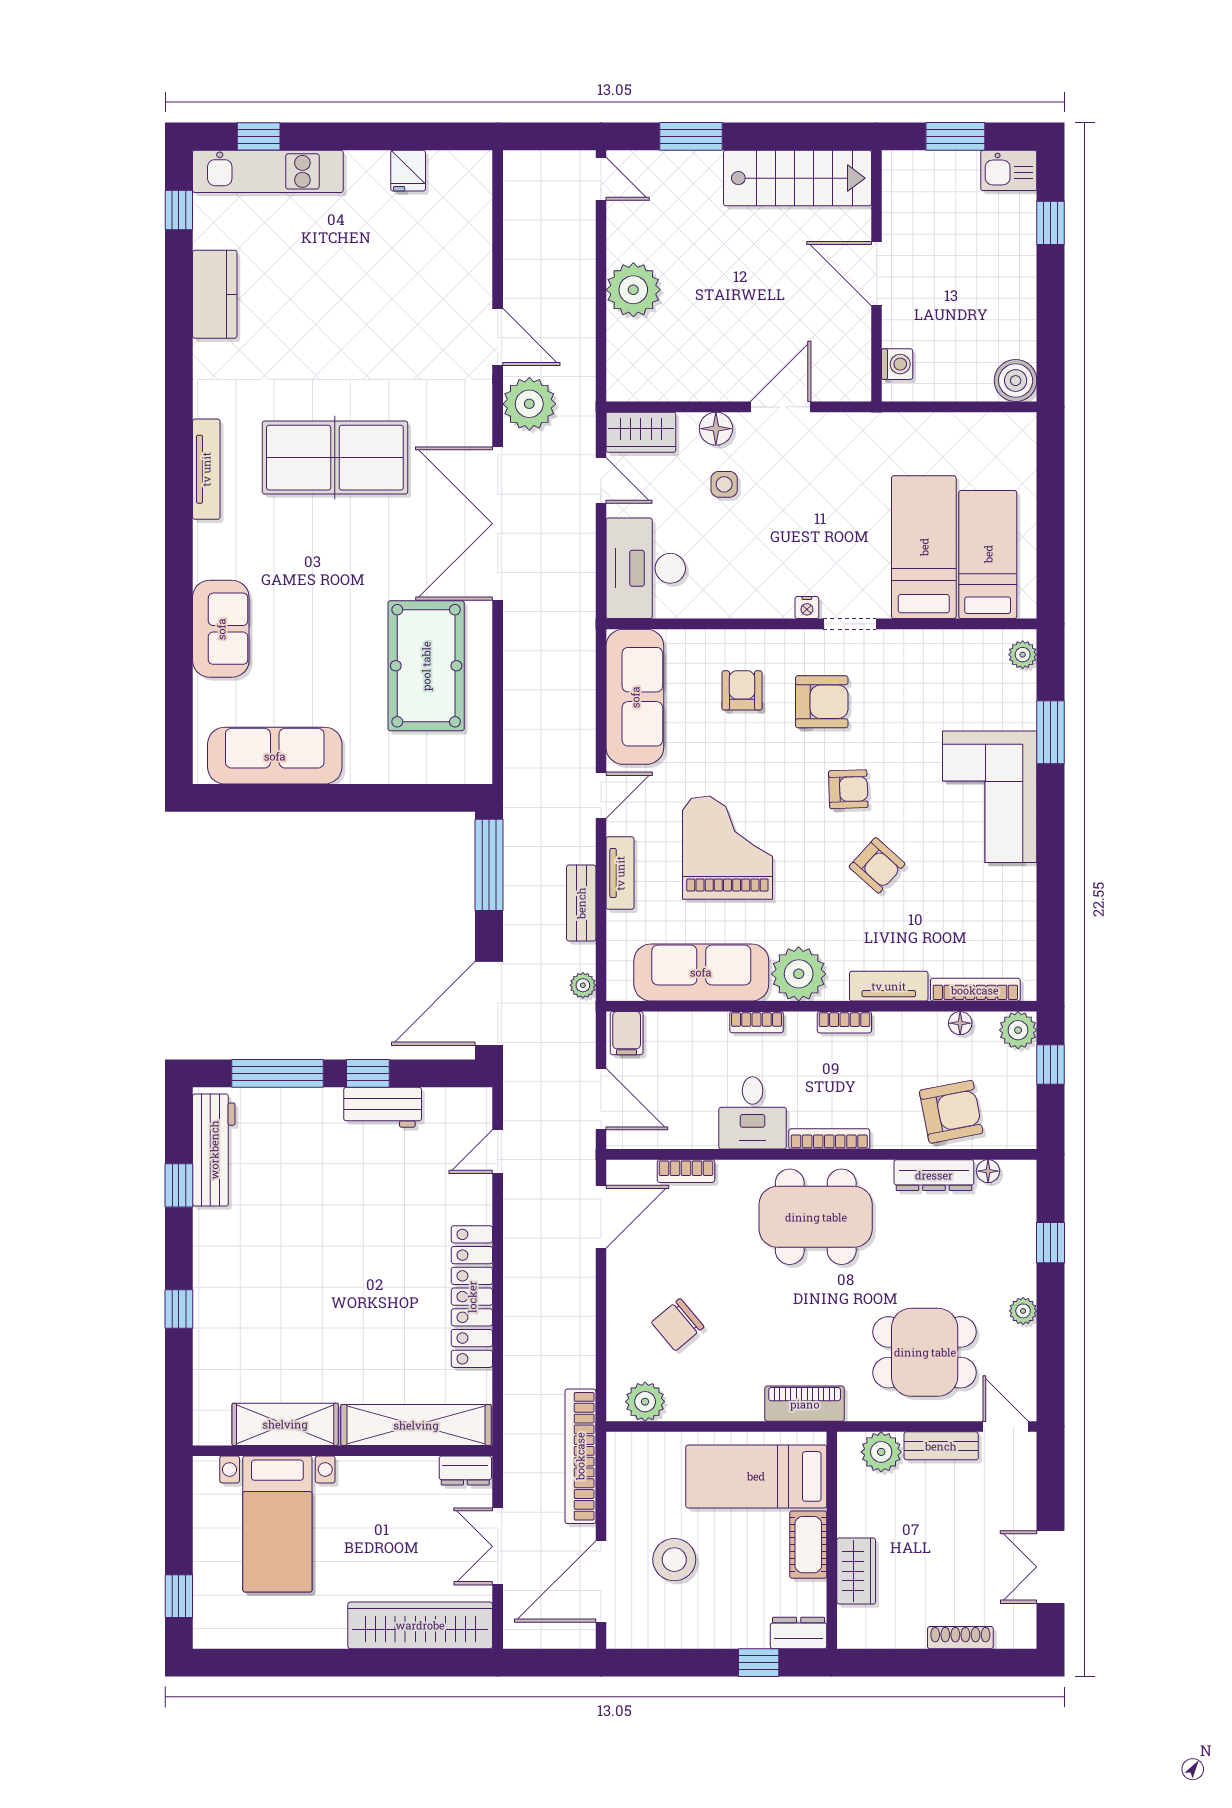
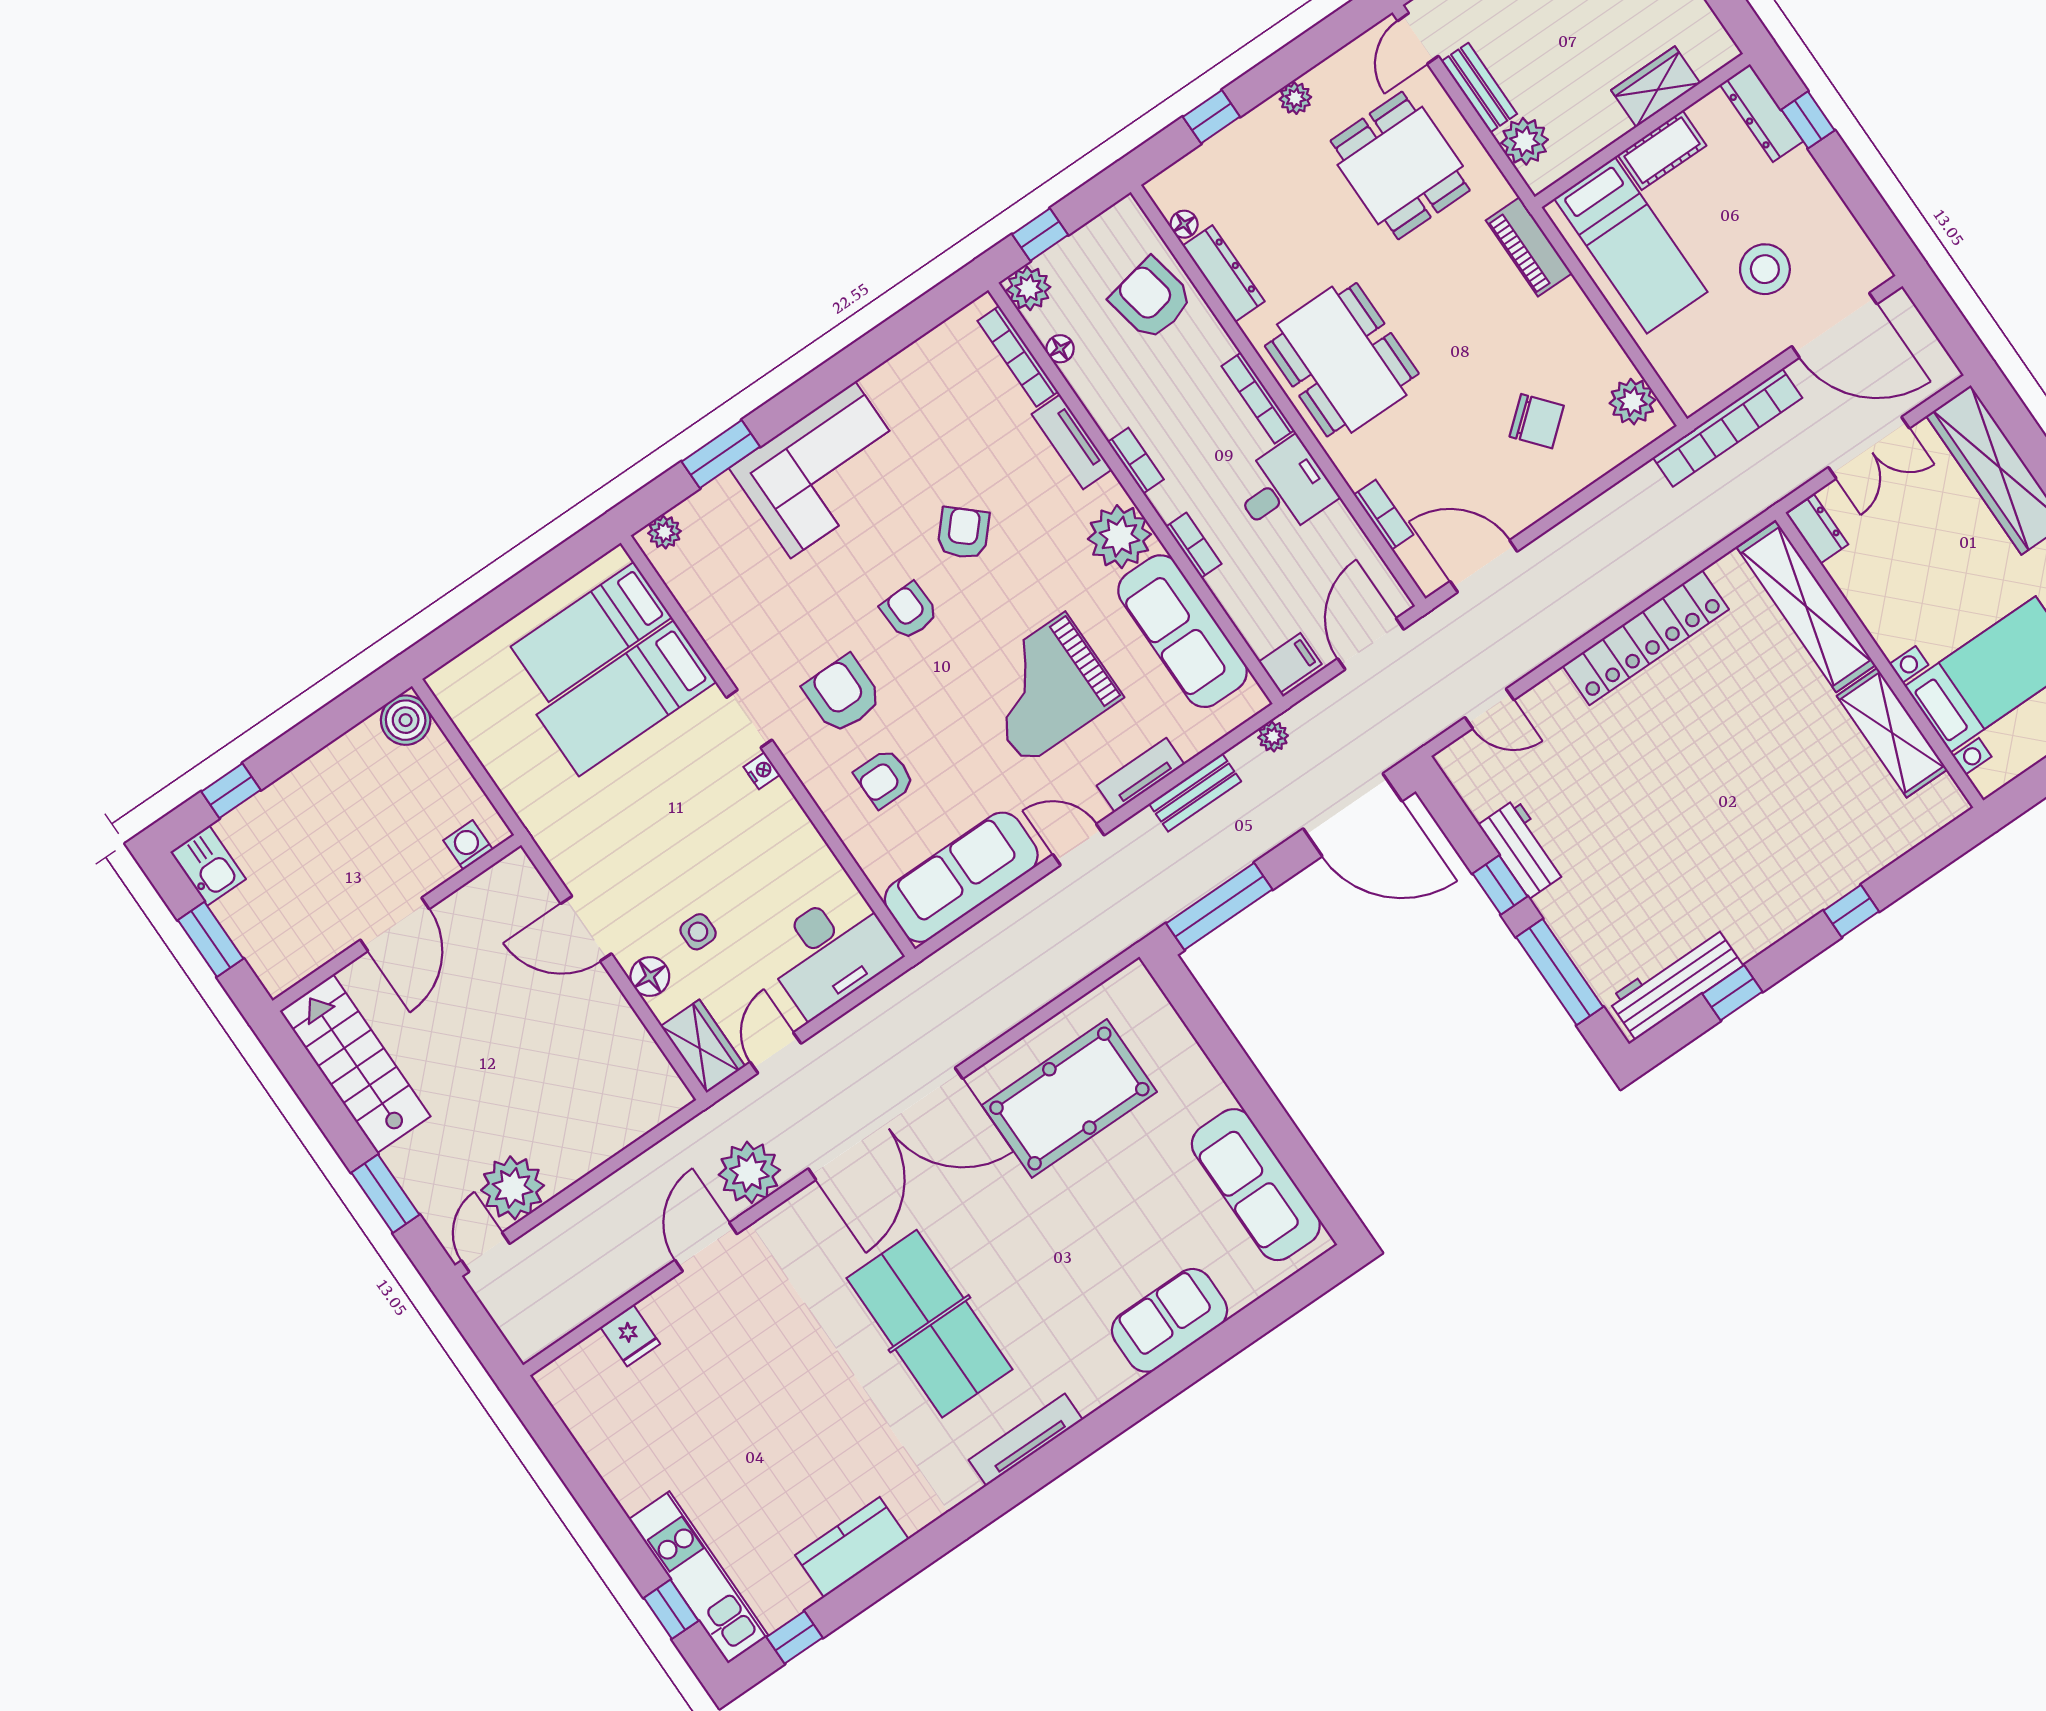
fridge: (408, 171) -> (630, 1335), moved, turned 90
plant: (633, 290) -> (513, 1188), moved
dresser: (799, 1633) -> (1761, 113), width x1.44

